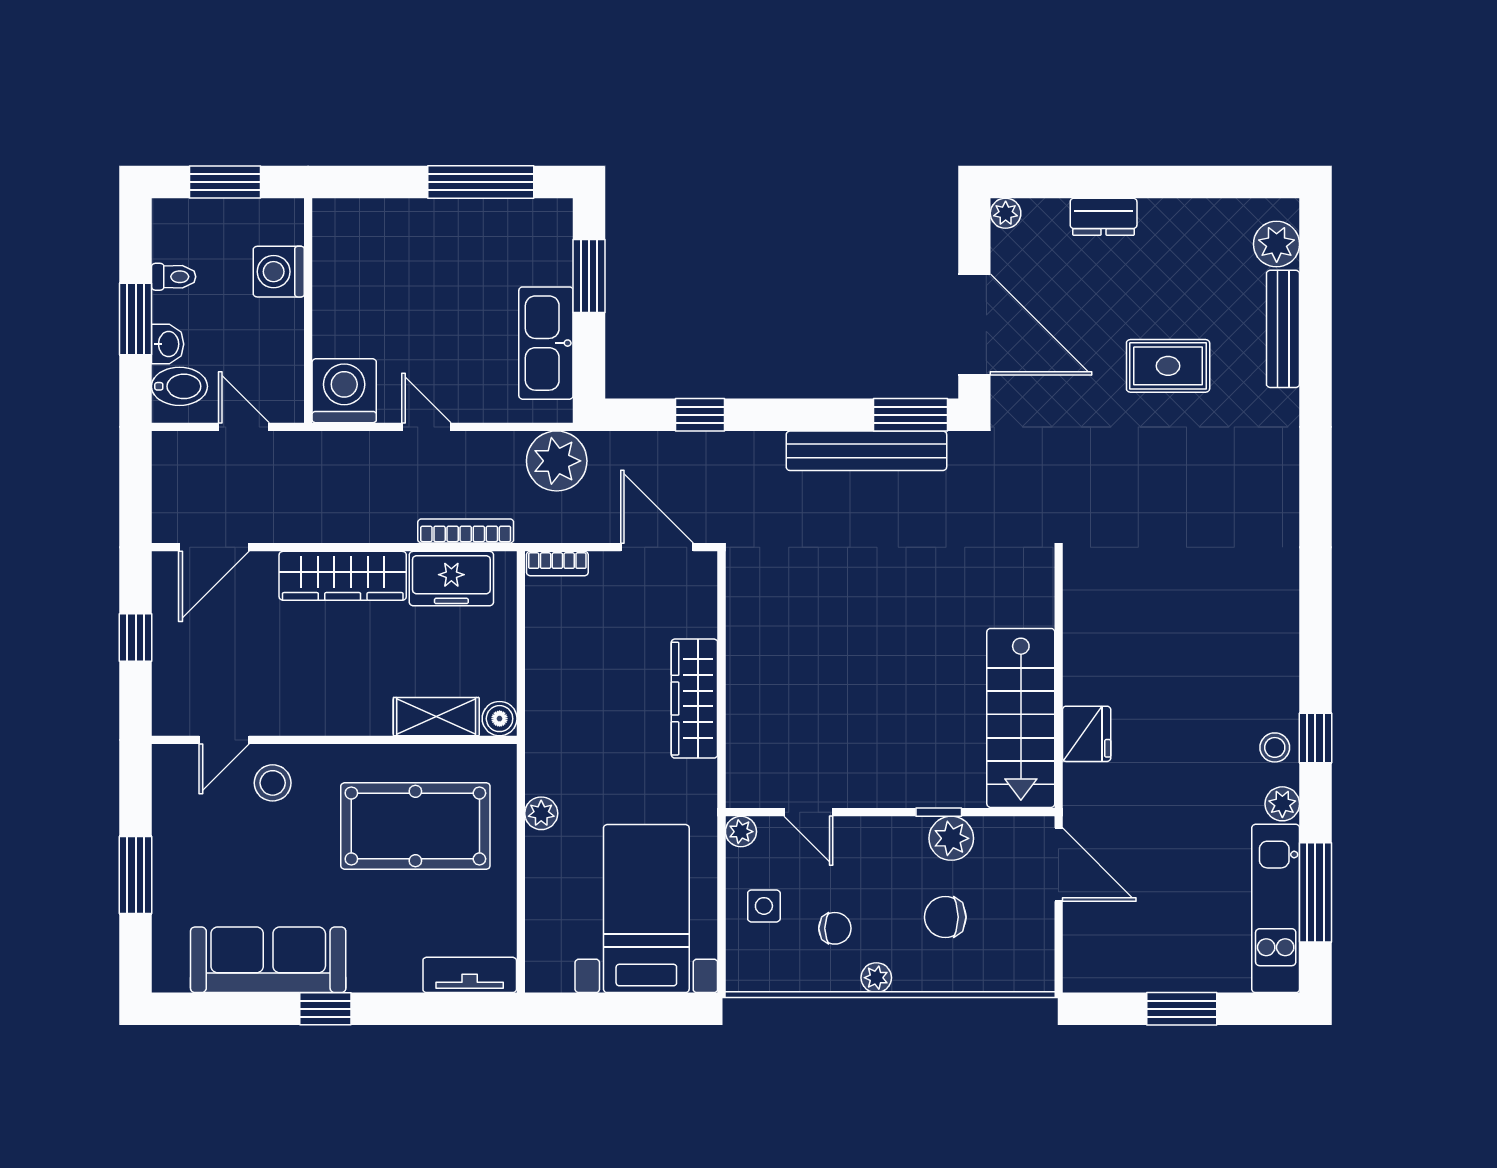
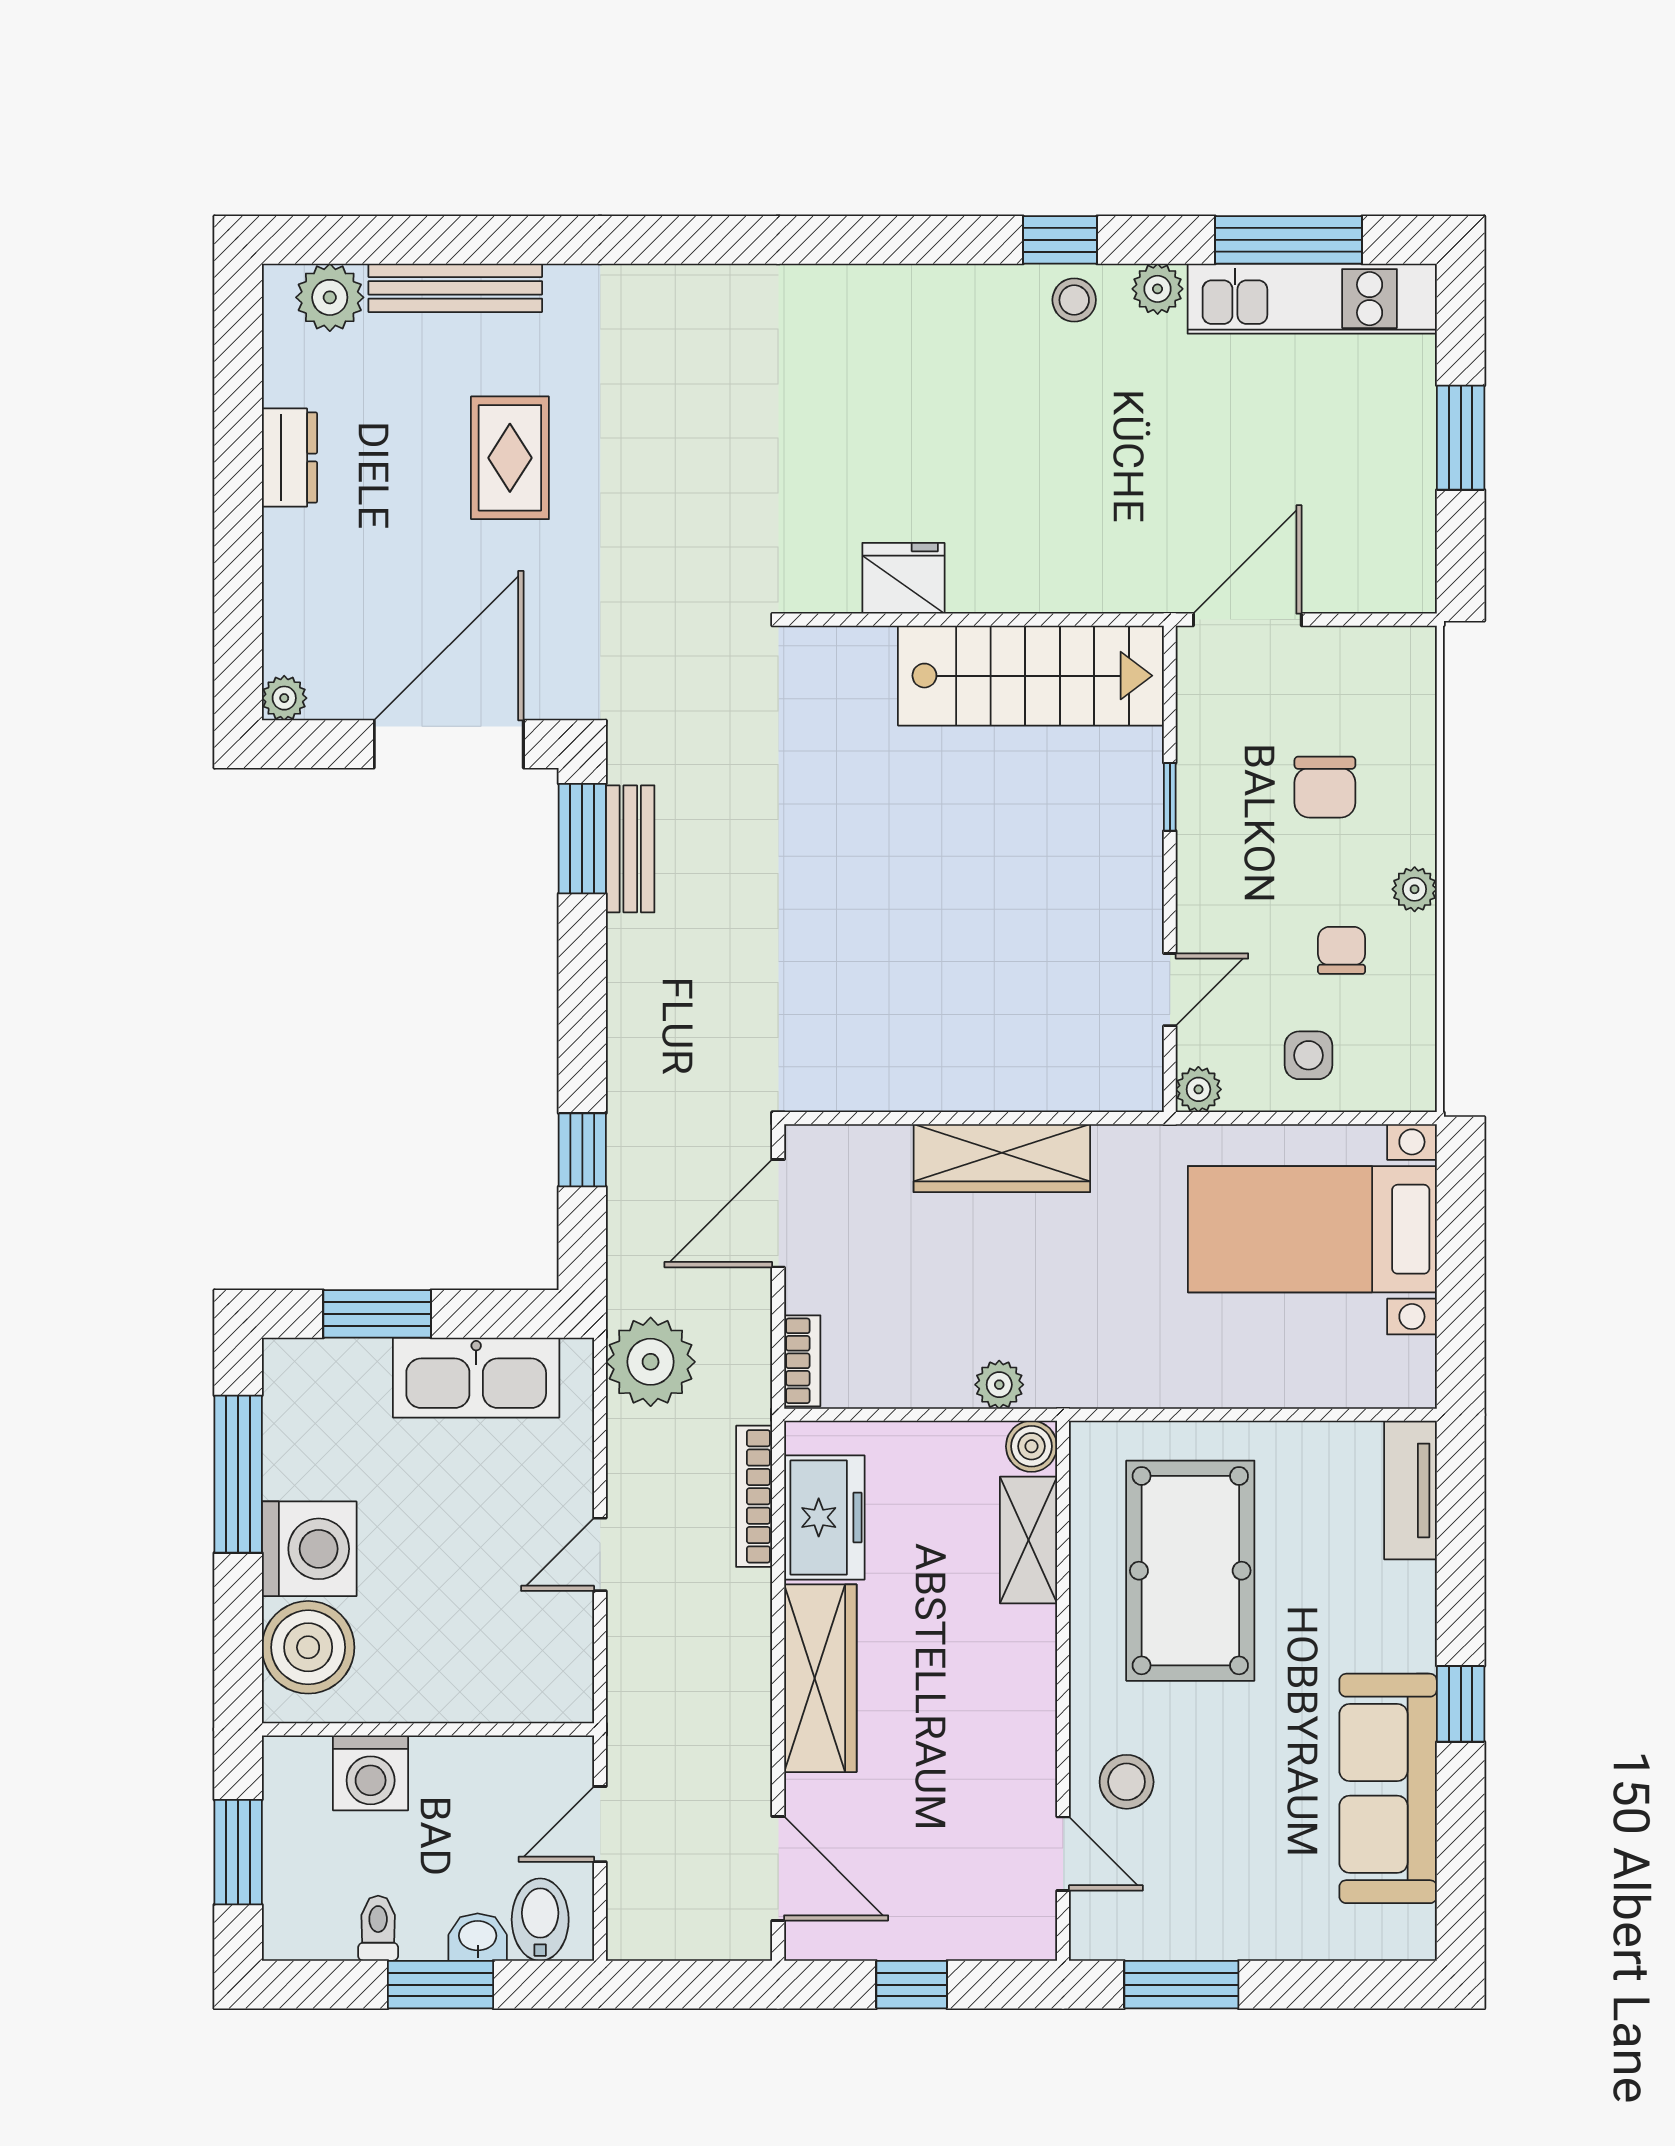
dresser: (1104, 217) -> (289, 458), moved
boiler: (364, 229) -> (308, 1647), added
washing machine: (344, 391) -> (309, 1549), moved, turned 180
bench: (866, 451) -> (630, 849), width x0.54, depth x0.82
fridge: (1087, 734) -> (903, 578), moved
plant: (541, 813) -> (999, 1385), moved
plant: (951, 838) -> (1208, 778), removed
window: (136, 875) -> (1181, 1985), moved

